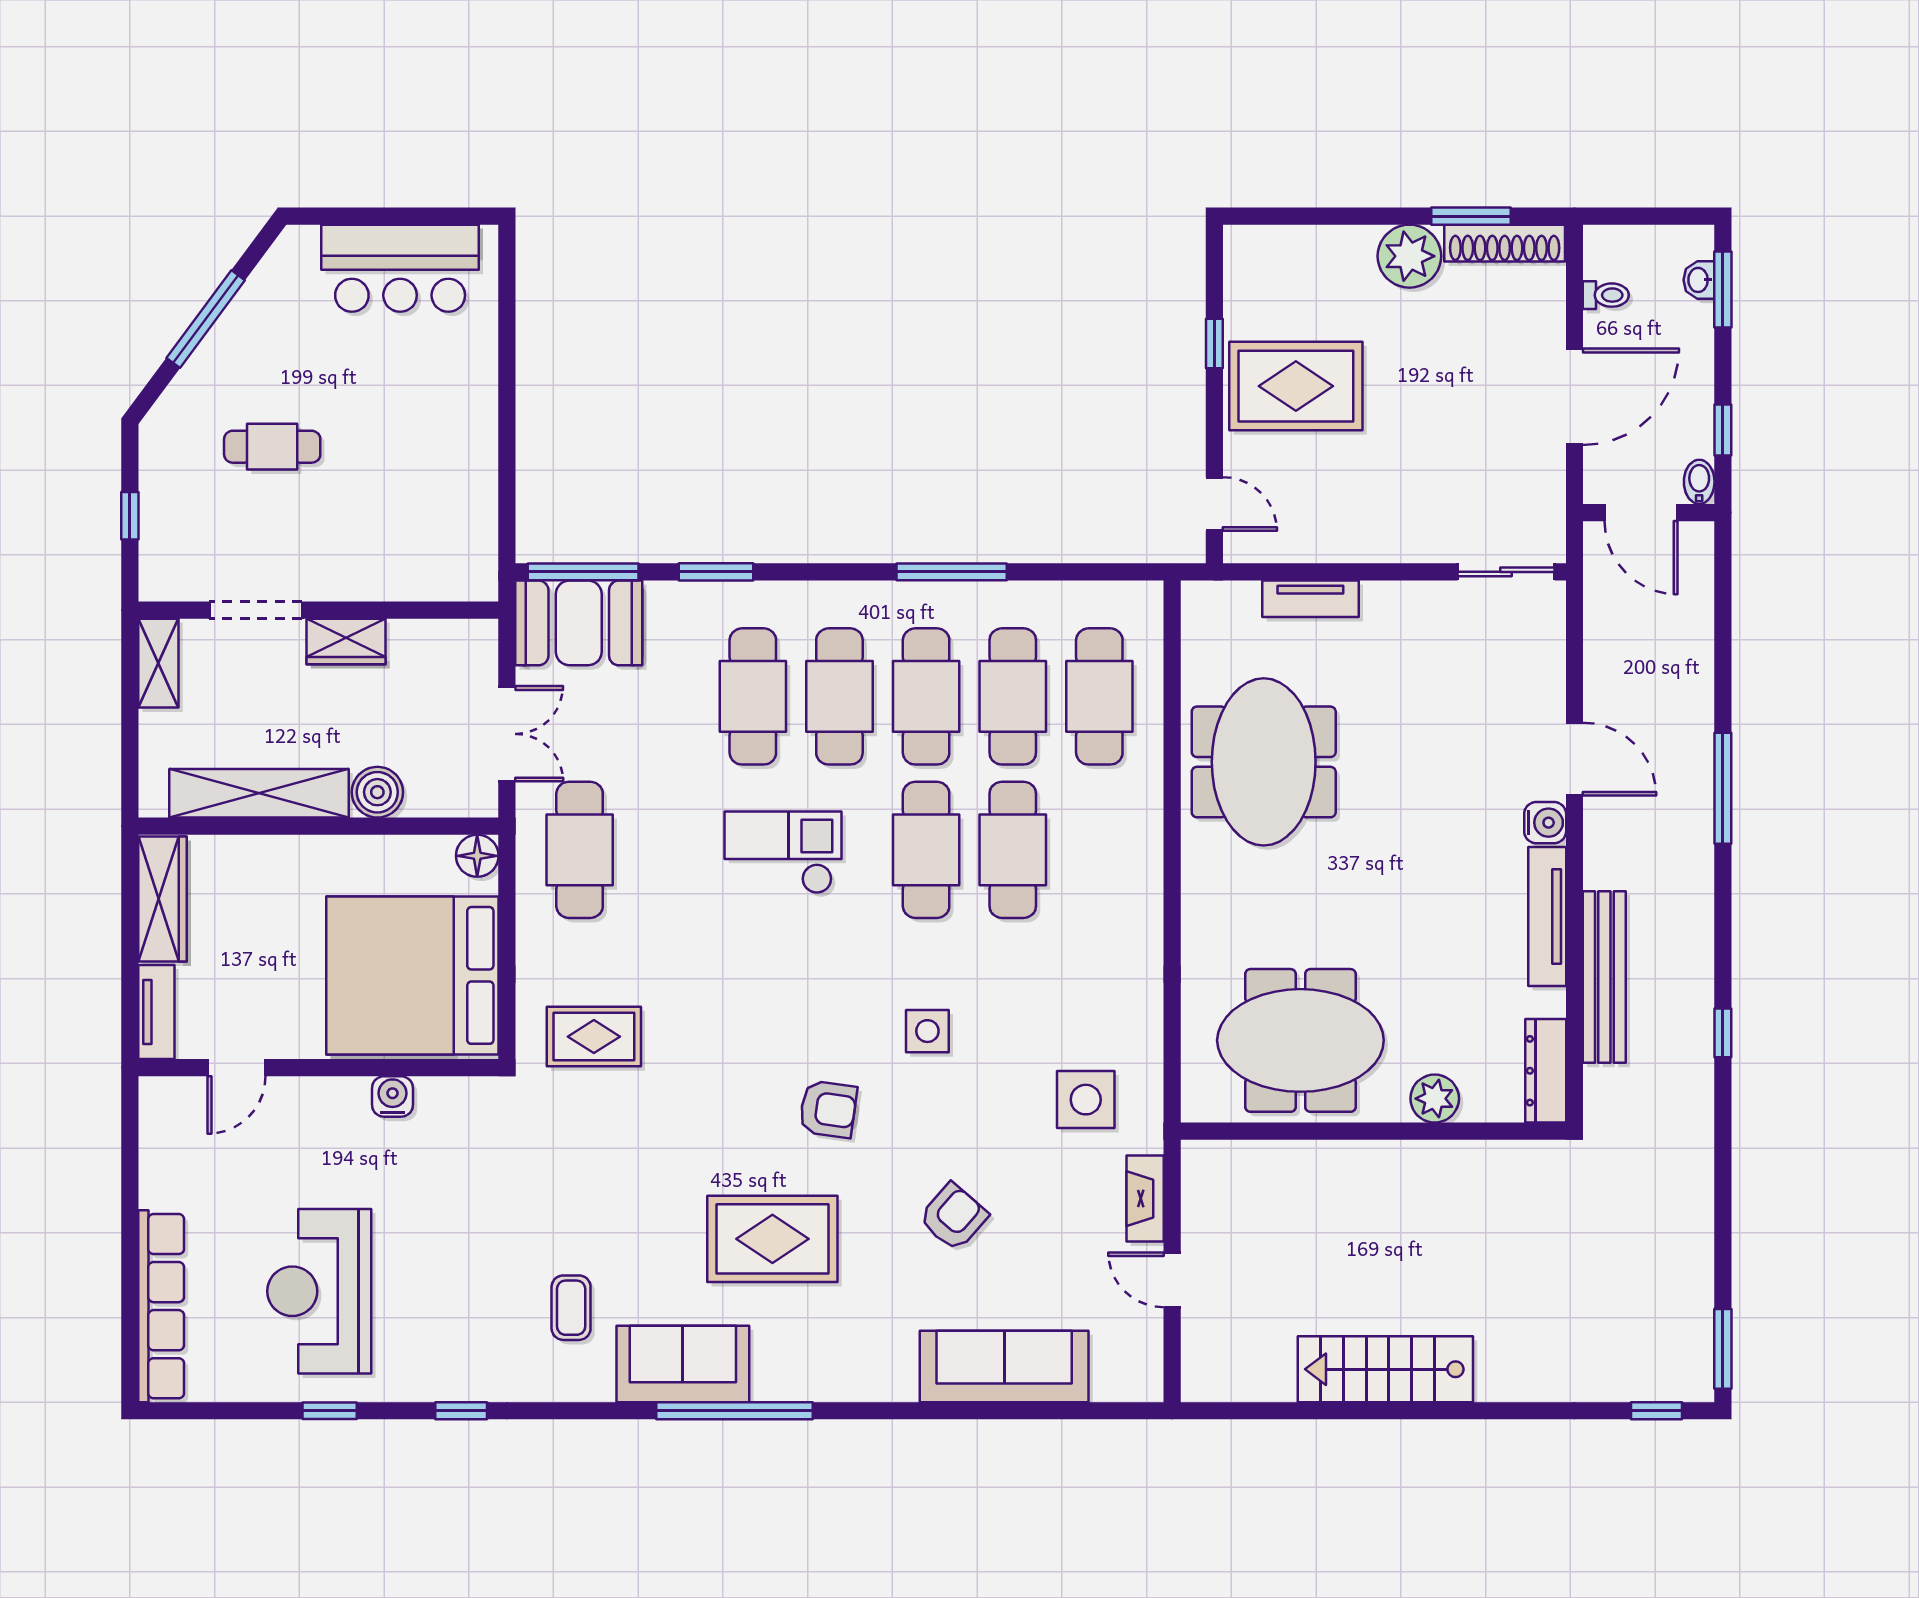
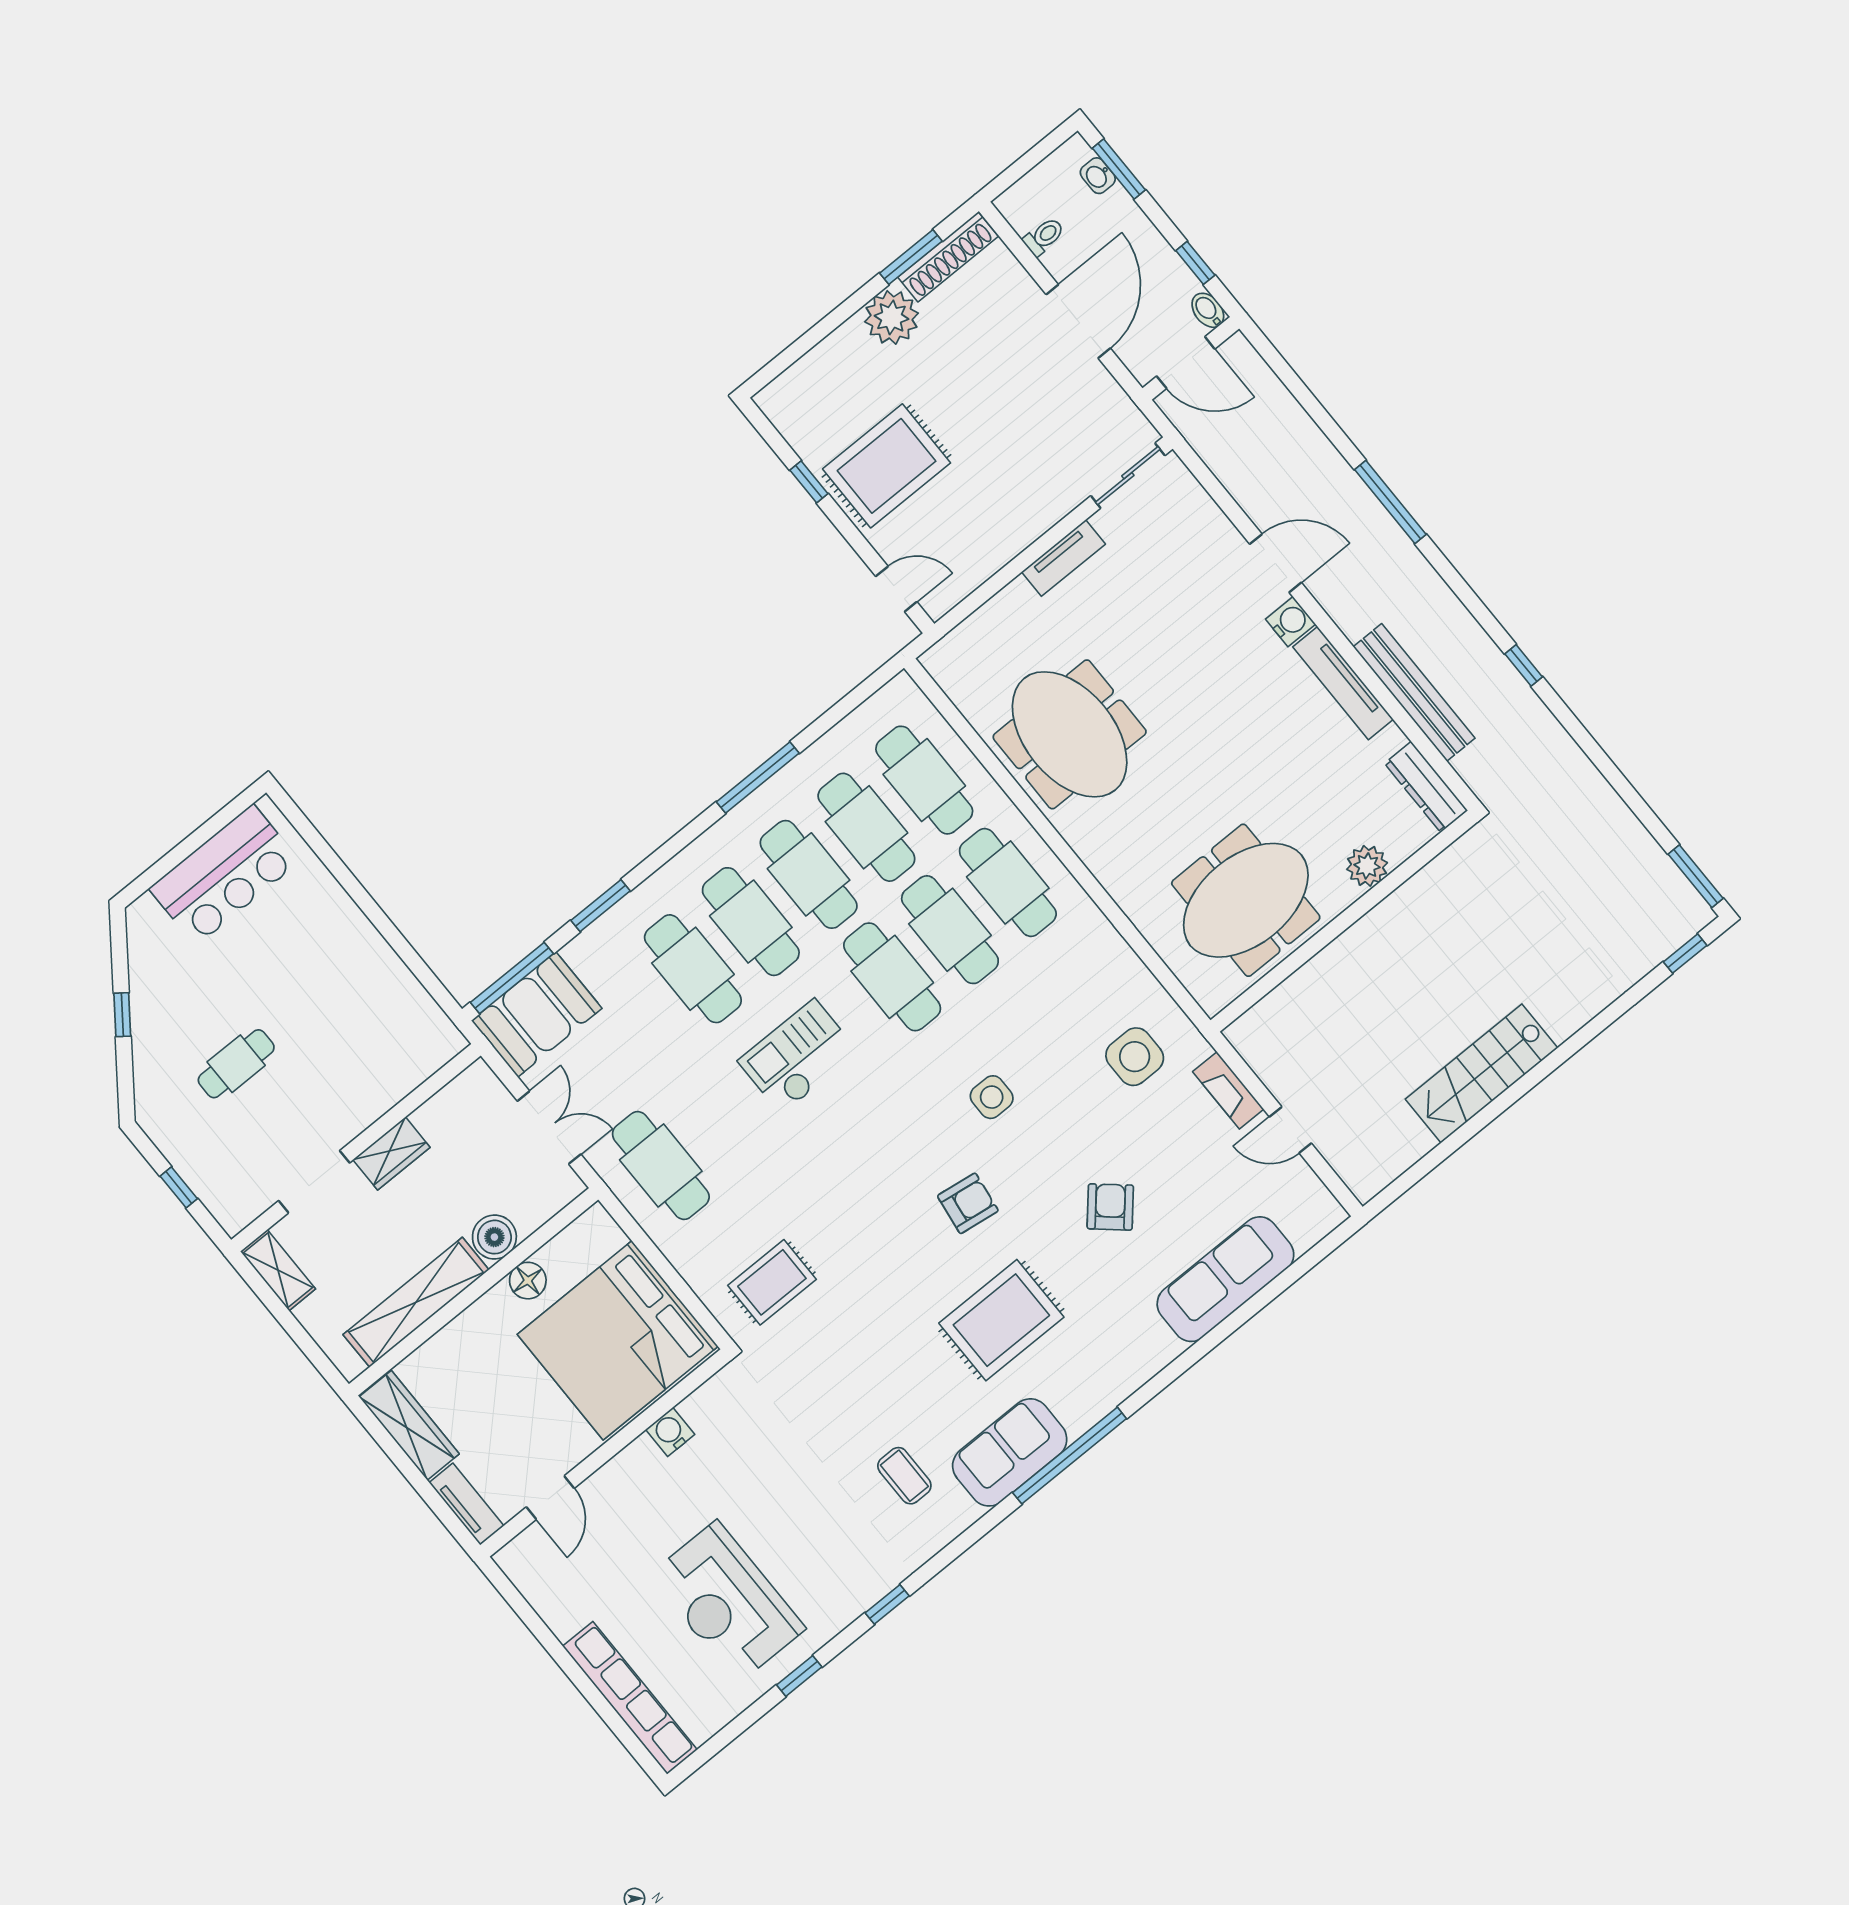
window: (206, 319) -> (122, 1015), width x0.46
tv unit: (1310, 599) -> (1063, 558), moved
cafe table: (1099, 850) -> (1008, 883), added
floor lamp: (477, 856) -> (528, 1281), moved

